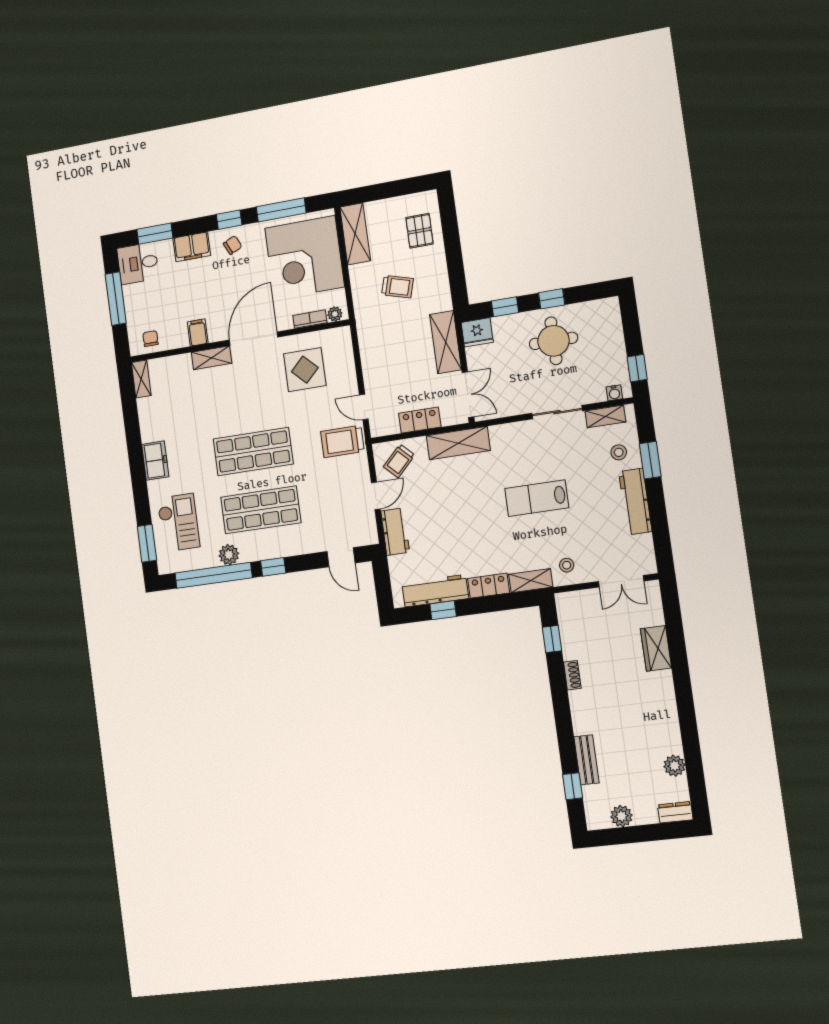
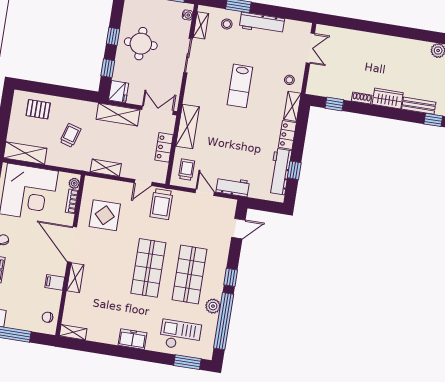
shelving: (368, 350) -> (106, 168), added
trolley: (399, 461) -> (187, 170), turned -135
wardrobe: (656, 648) -> (388, 99), moved, turned 180

